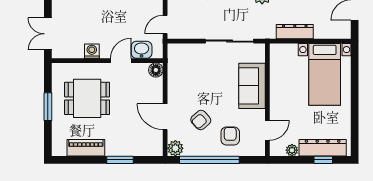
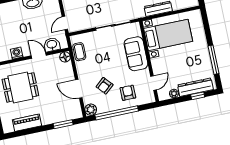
door: (121, 61) -> (39, 55), hinge flipped
coffee table: (177, 67) -> (79, 52), added
bed with nightstands: (325, 74) -> (168, 35), moved, turned -90
window: (355, 116) -> (214, 60), added
window: (120, 160) -> (63, 124), moved

